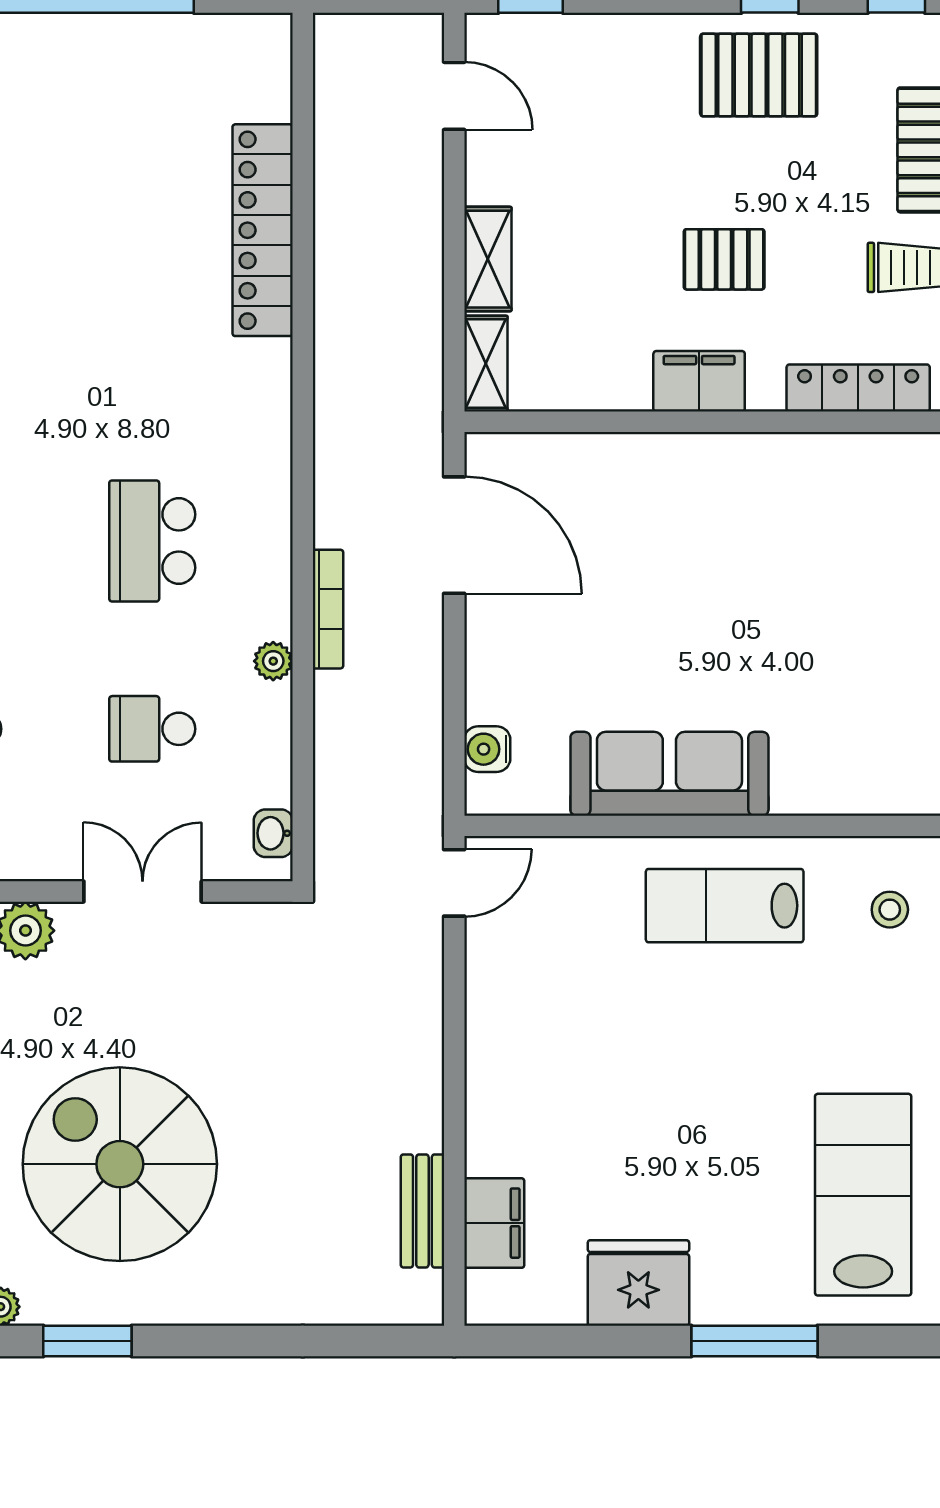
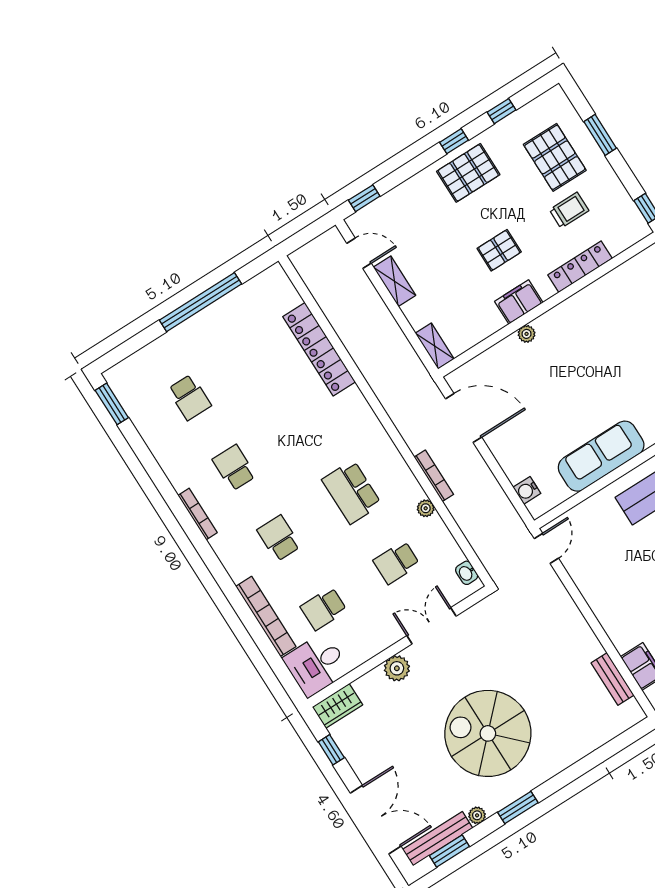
shelving: (488, 259) -> (395, 281), moved
plant: (675, 451) -> (527, 334), added

